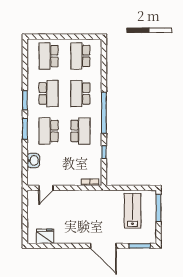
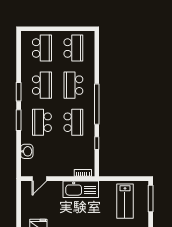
school desk: (49, 56) -> (42, 48), turned 180
school desk: (80, 56) -> (73, 48), turned 180
kitchen sink: (88, 199) -> (81, 189), added
lab bench: (133, 211) -> (125, 201), turned 180

